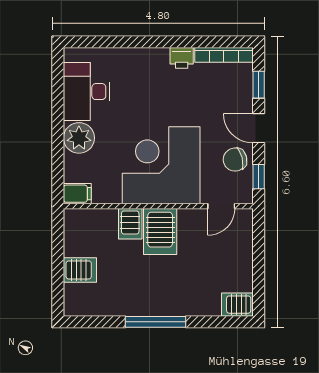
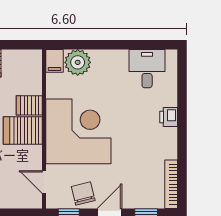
printer: (182, 58) -> (169, 117), moved
desk: (86, 92) -> (147, 69), width x0.73
plant: (79, 138) -> (78, 62), moved

